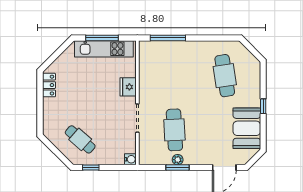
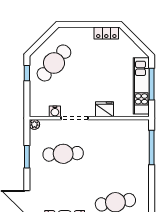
cafe table: (80, 139) -> (54, 63), width x1.37, depth x1.35
water cooler: (130, 159) -> (55, 111), moved
plant: (178, 160) -> (34, 124), moved

